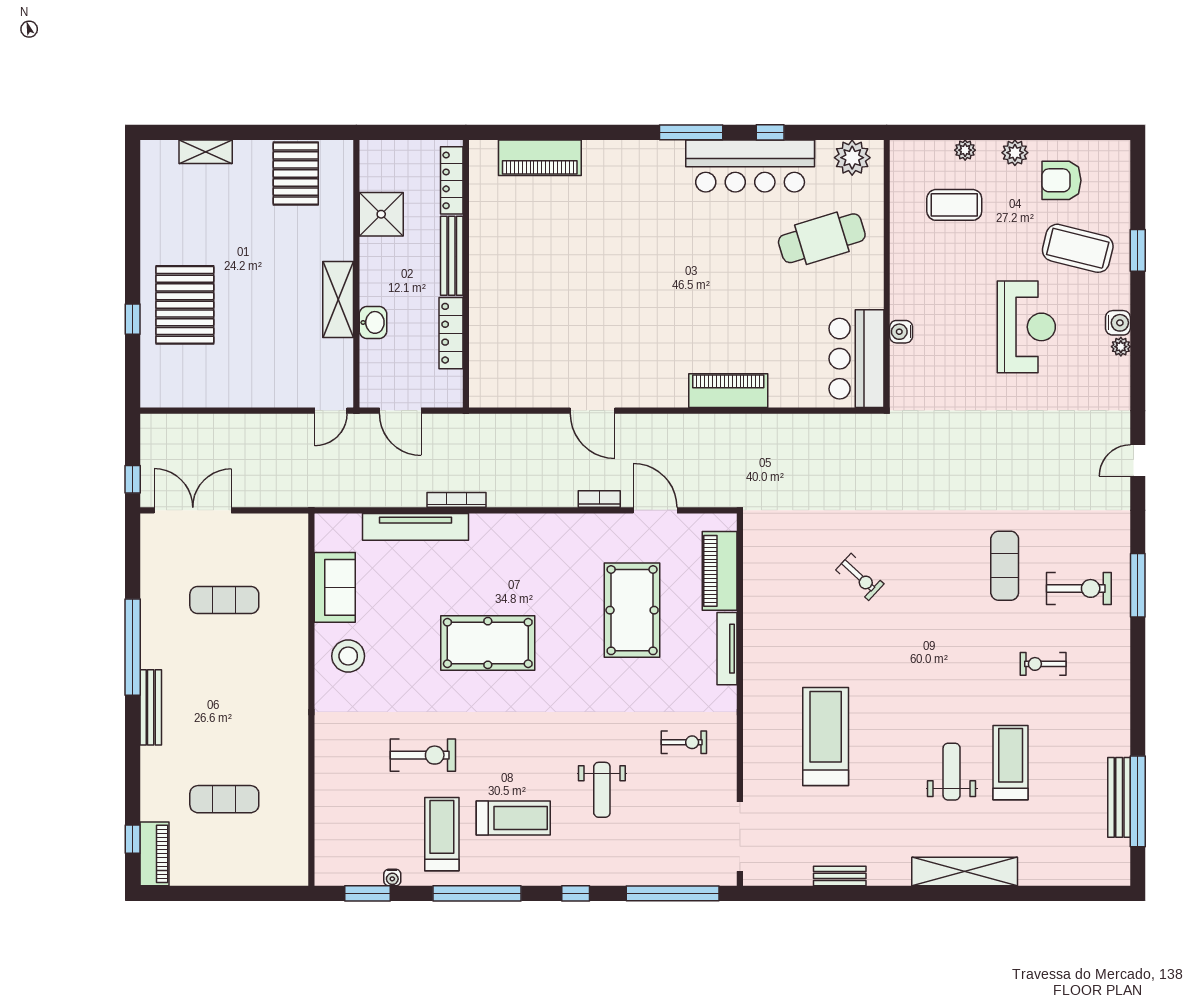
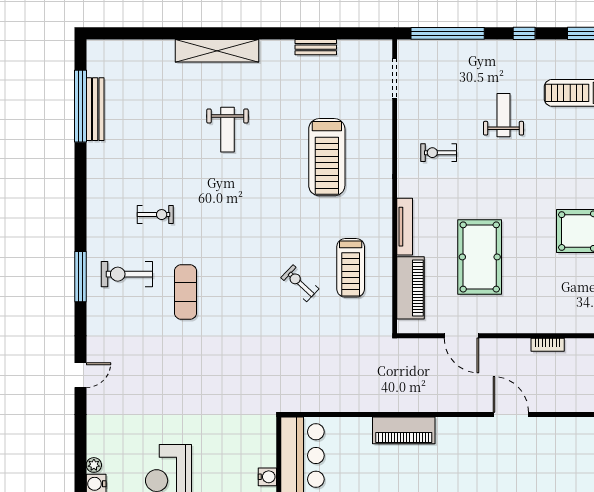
bookcase: (599, 499) -> (548, 345), moved
treadmill: (1011, 763) -> (351, 268), moved
doorway: (740, 837) -> (395, 78), width x0.73

